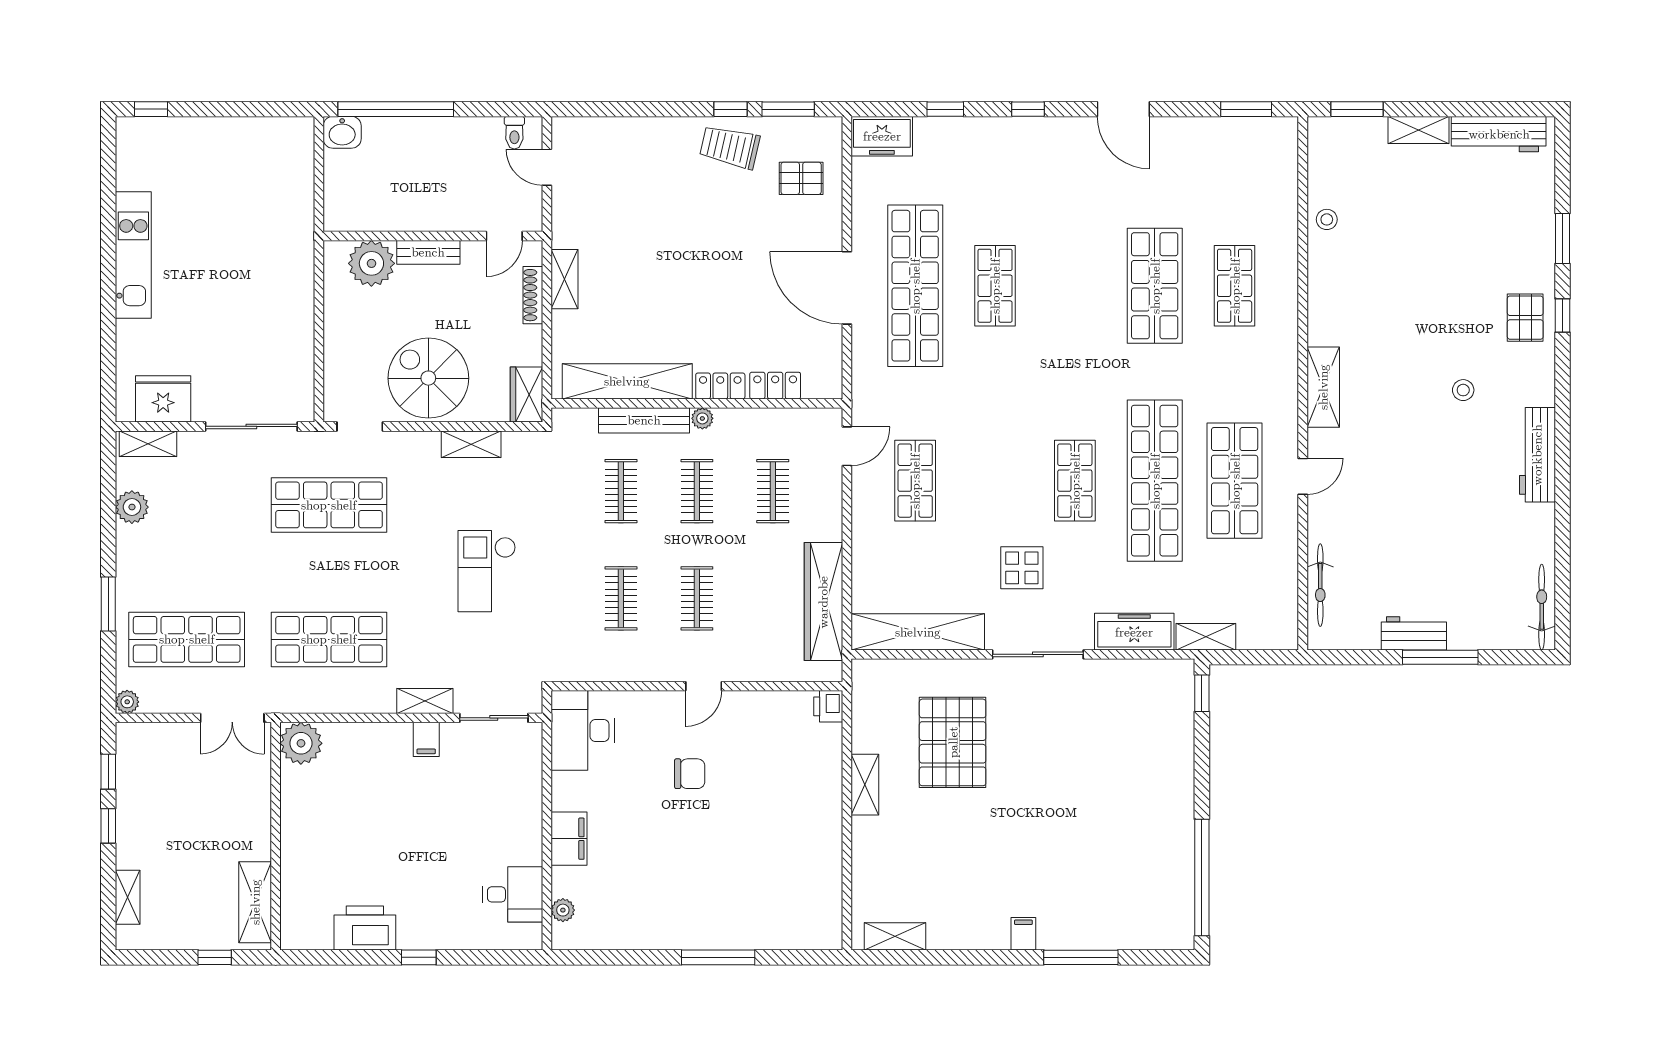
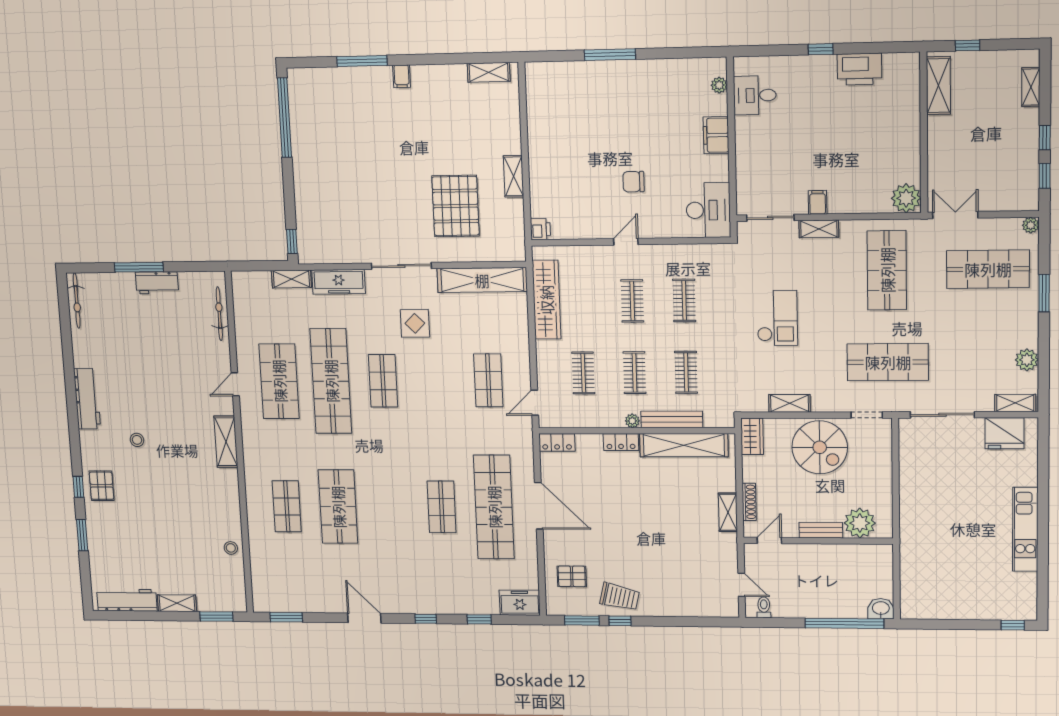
locker: (775, 386) -> (557, 442), moved
shop shelf: (329, 639) -> (887, 270), turned 90

